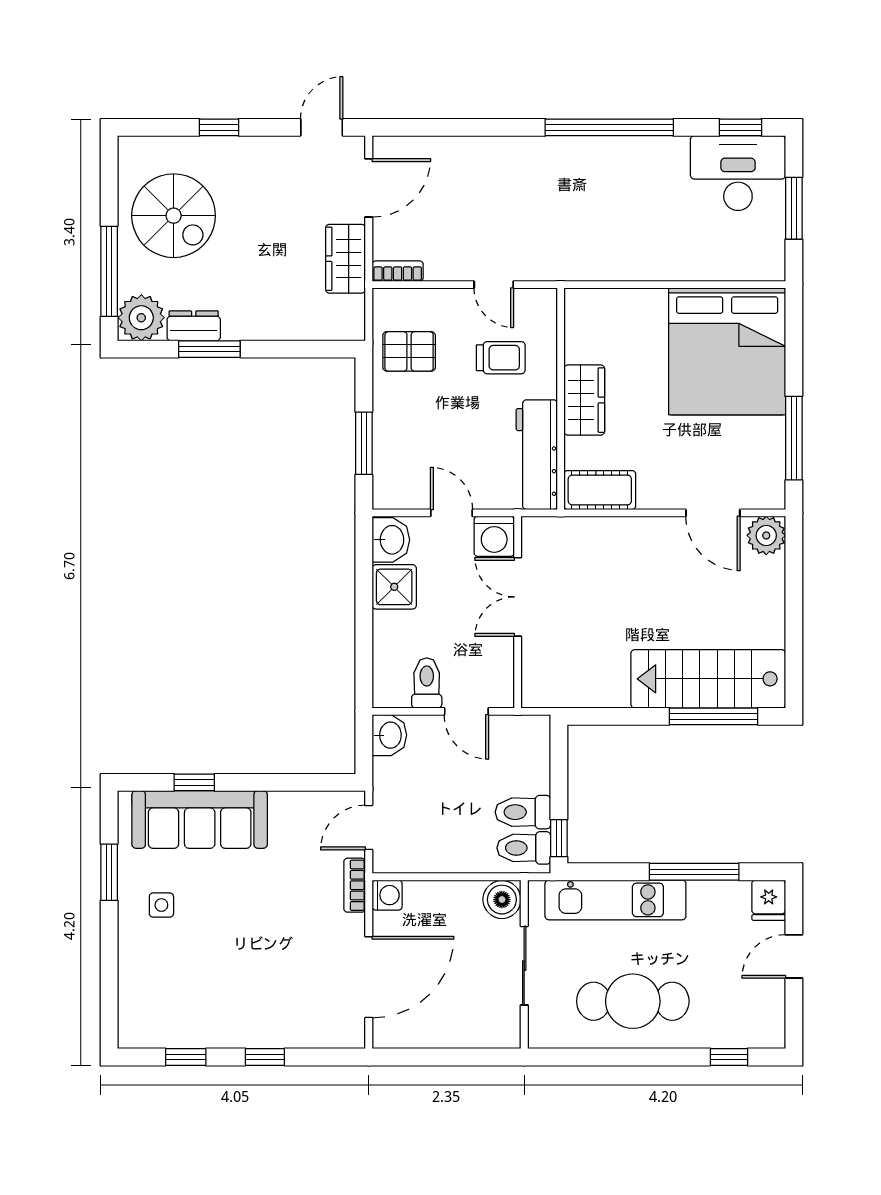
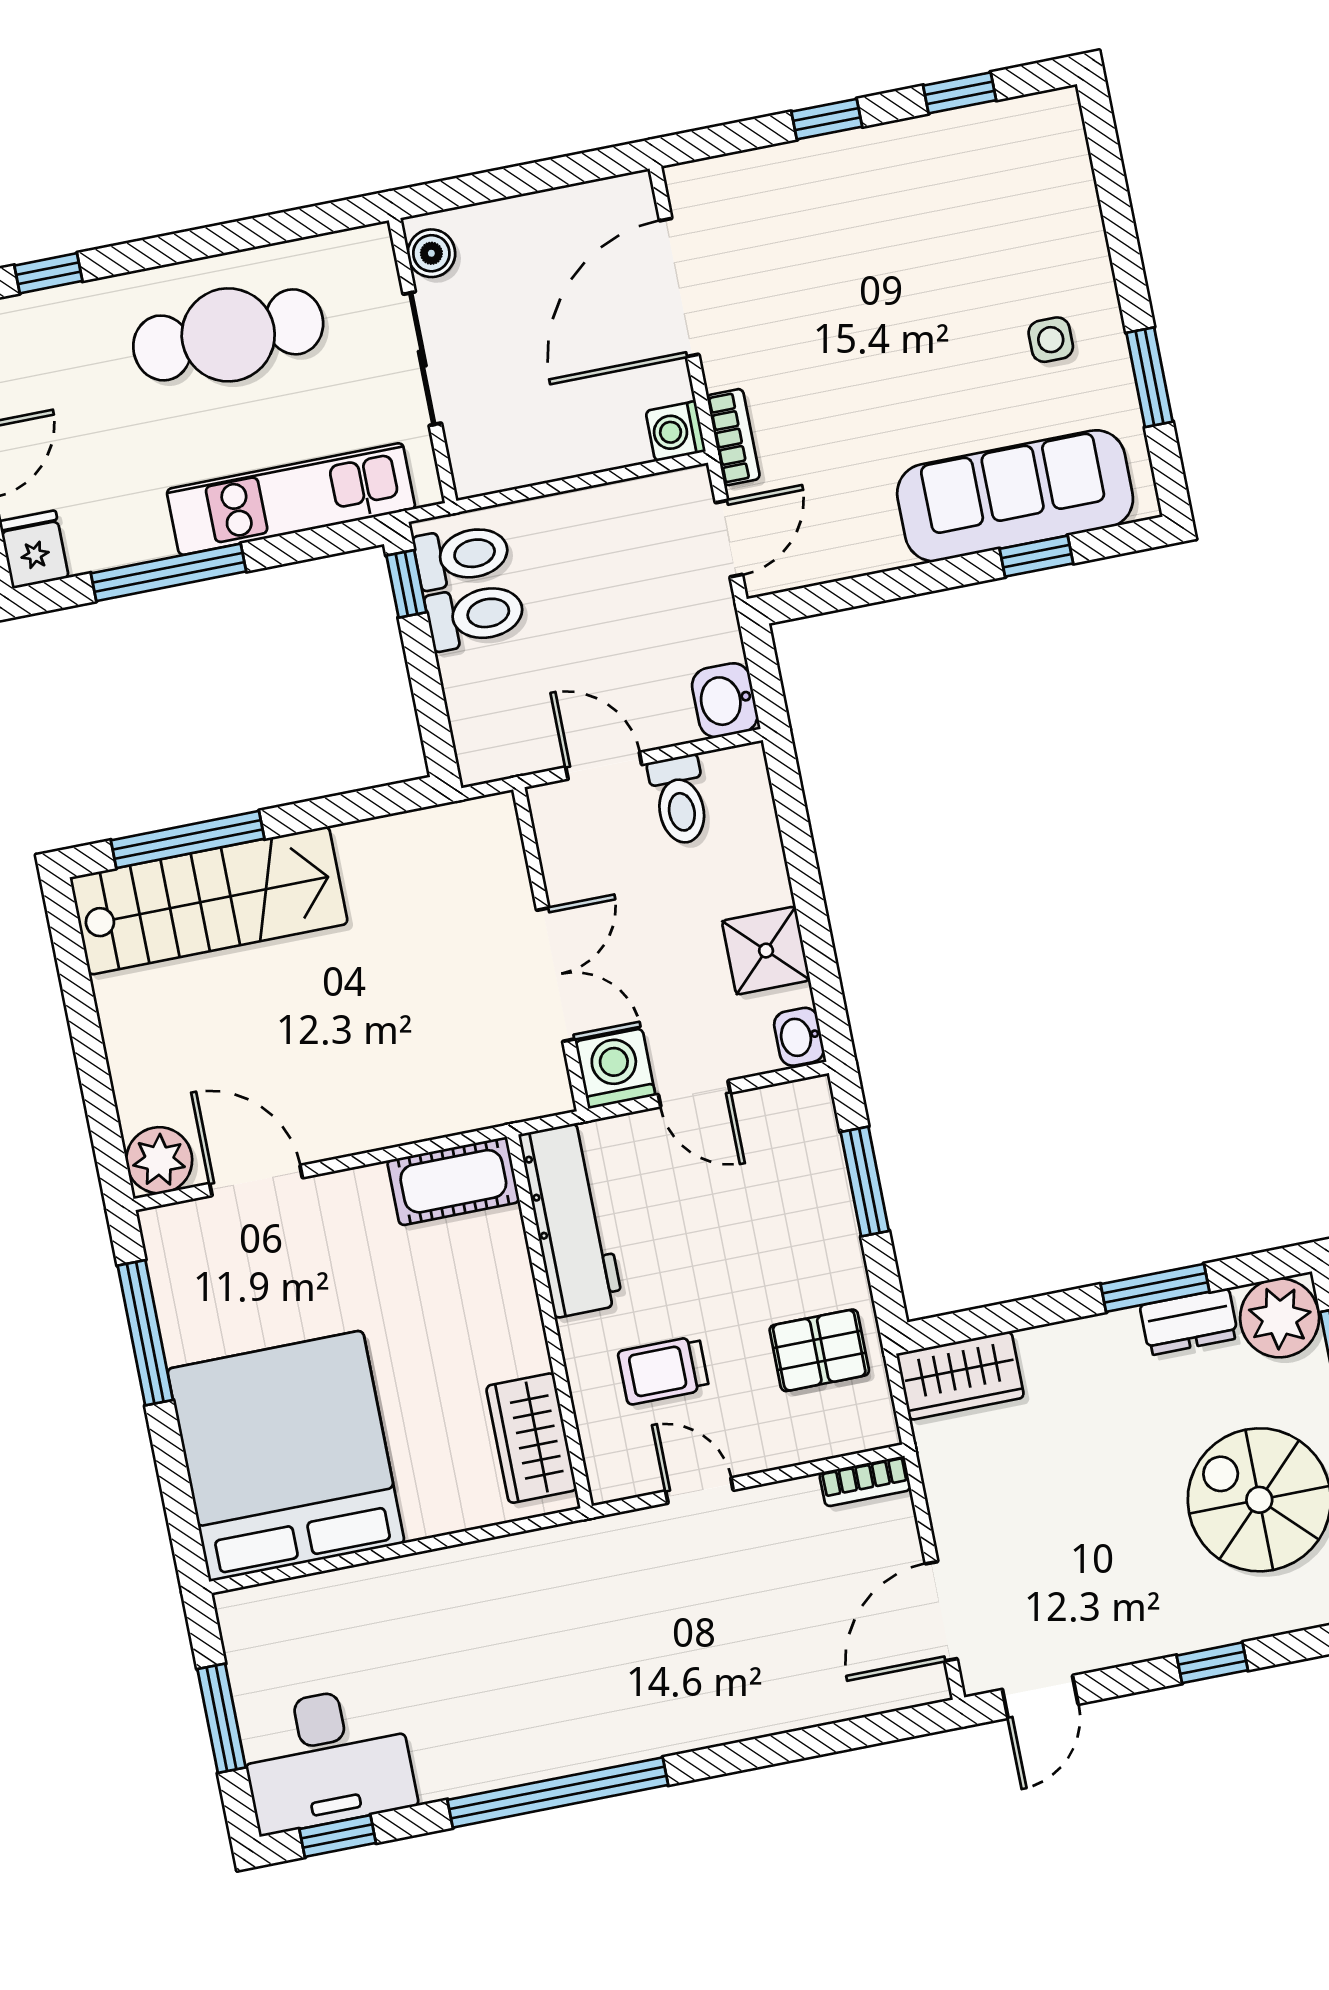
wardrobe: (346, 259) -> (960, 1376), moved, turned 90
wardrobe: (584, 400) -> (531, 1438), moved
washbasin: (391, 540) -> (799, 1037), width x0.72, depth x0.69
boiler: (502, 900) -> (431, 253), moved, width x0.73, depth x0.73

